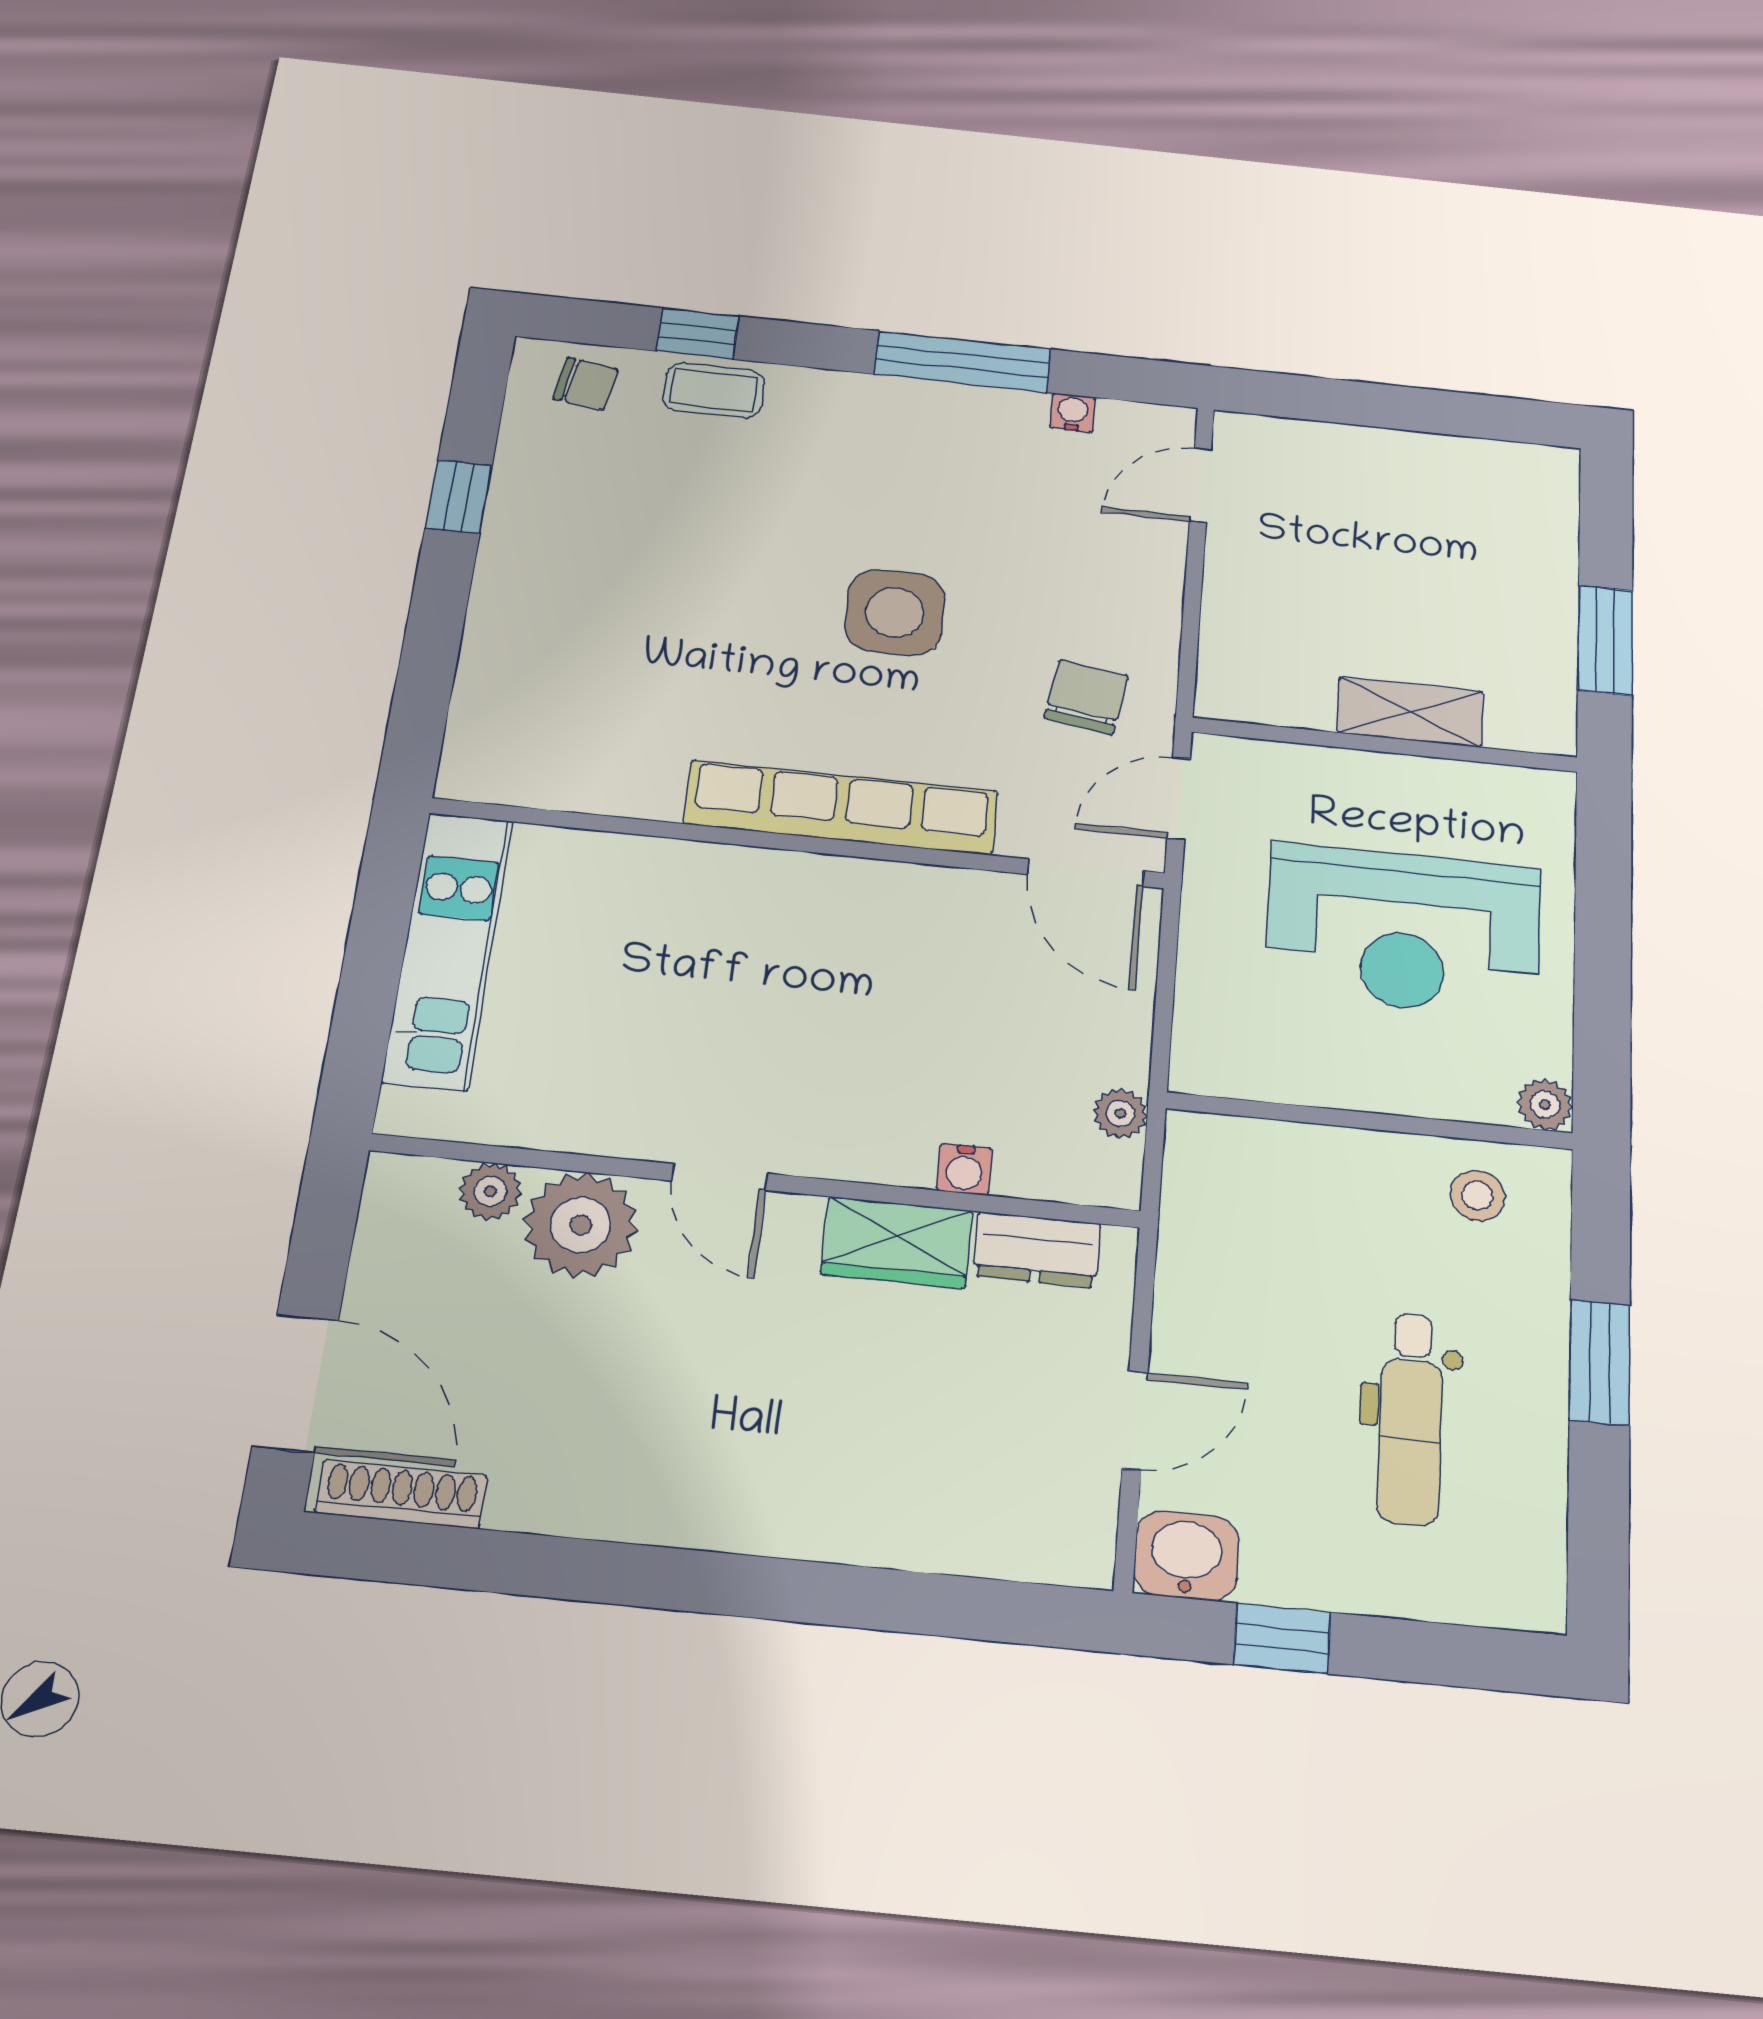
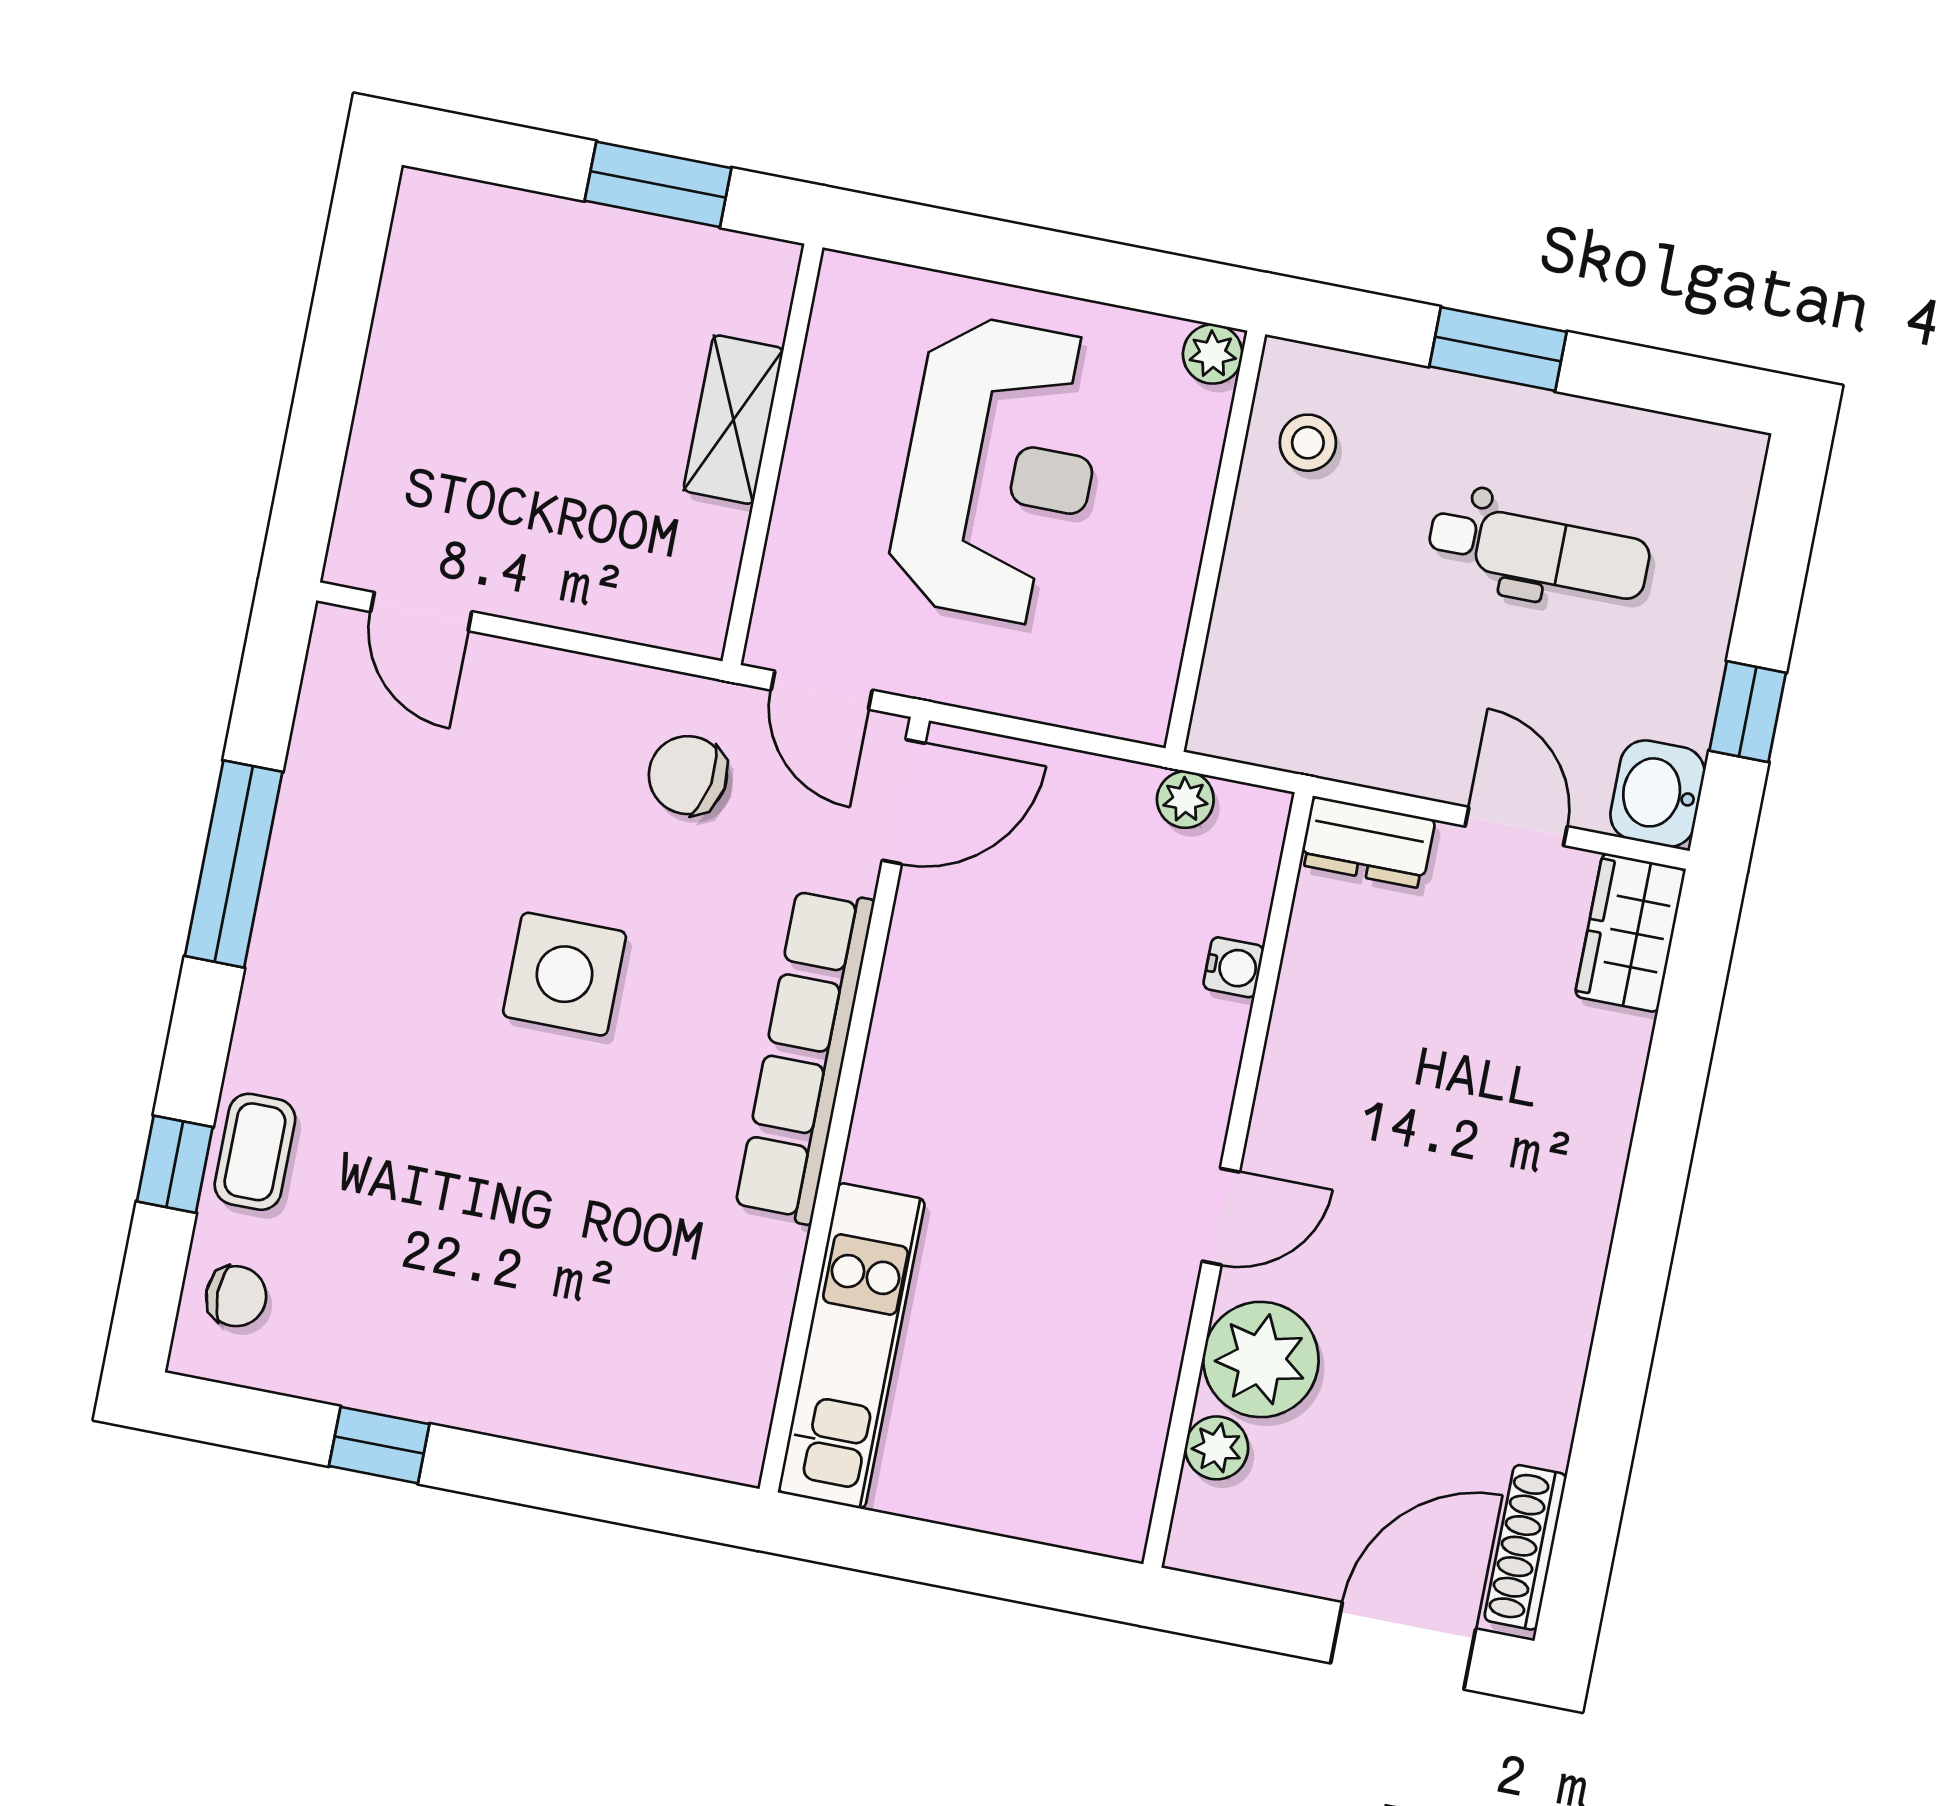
chair: (585, 384) -> (236, 1296), turned 81
water cooler: (1073, 413) -> (313, 745), removed
kitchen unit: (448, 950) -> (851, 1346), moved, turned 90
wardrobe: (897, 1242) -> (1630, 933), moved, turned 180
dresser: (1037, 1250) -> (1367, 842), moved, turned 90

